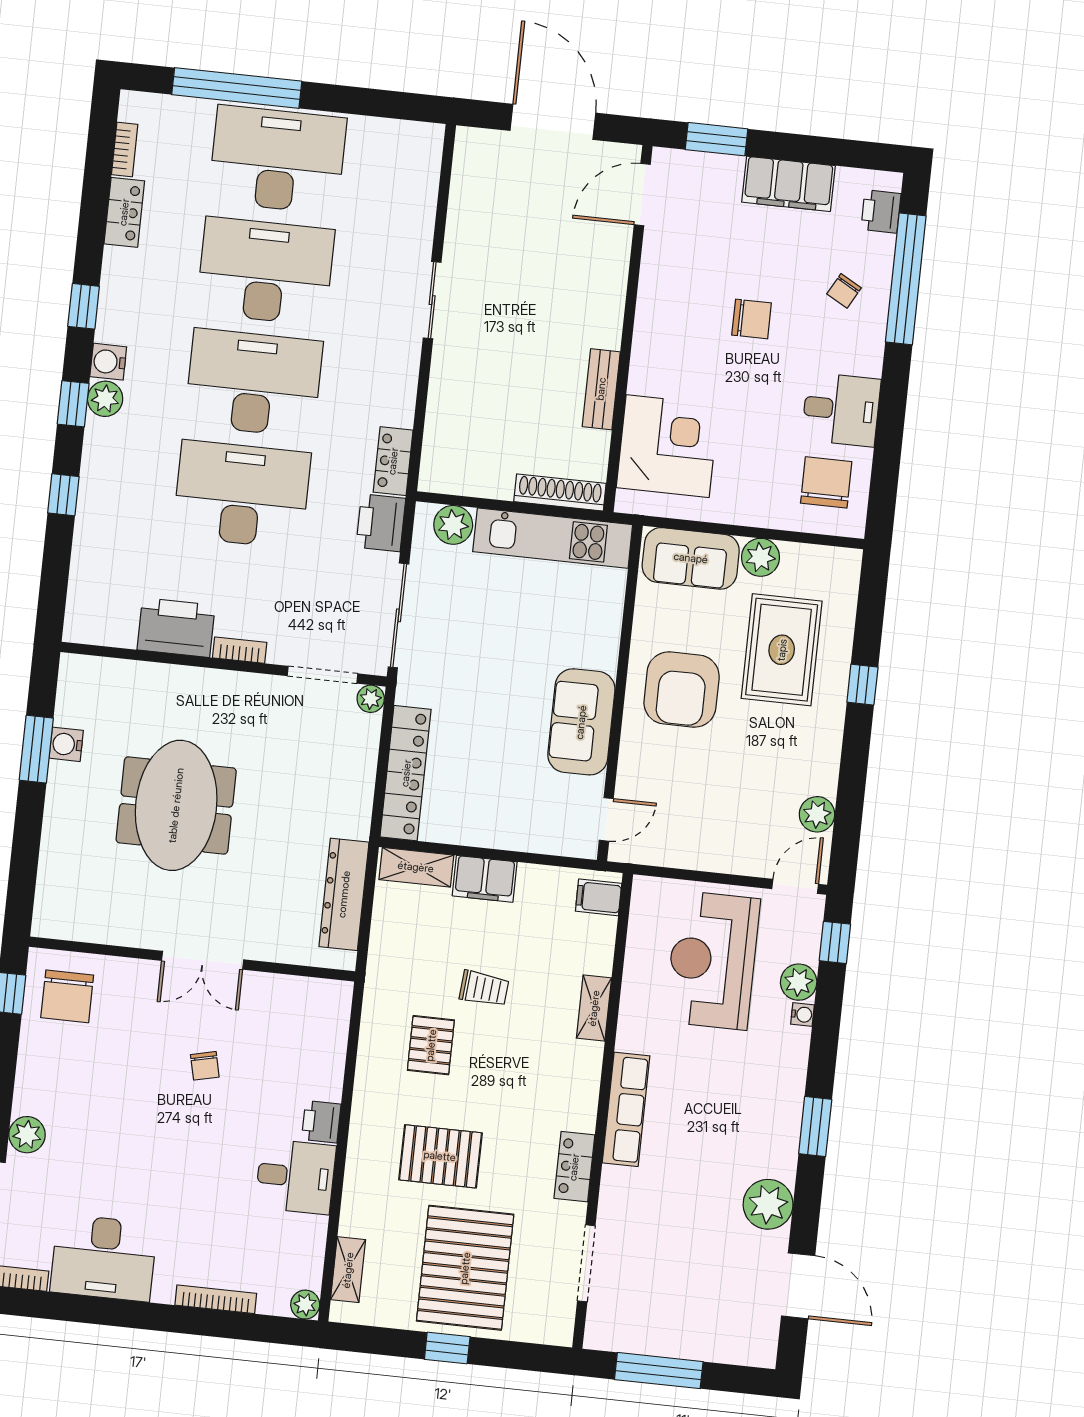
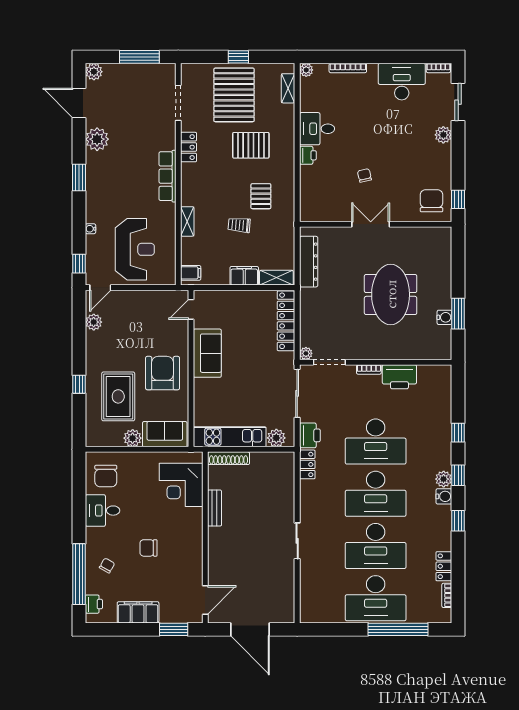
plant: (799, 982) -> (94, 72), moved

